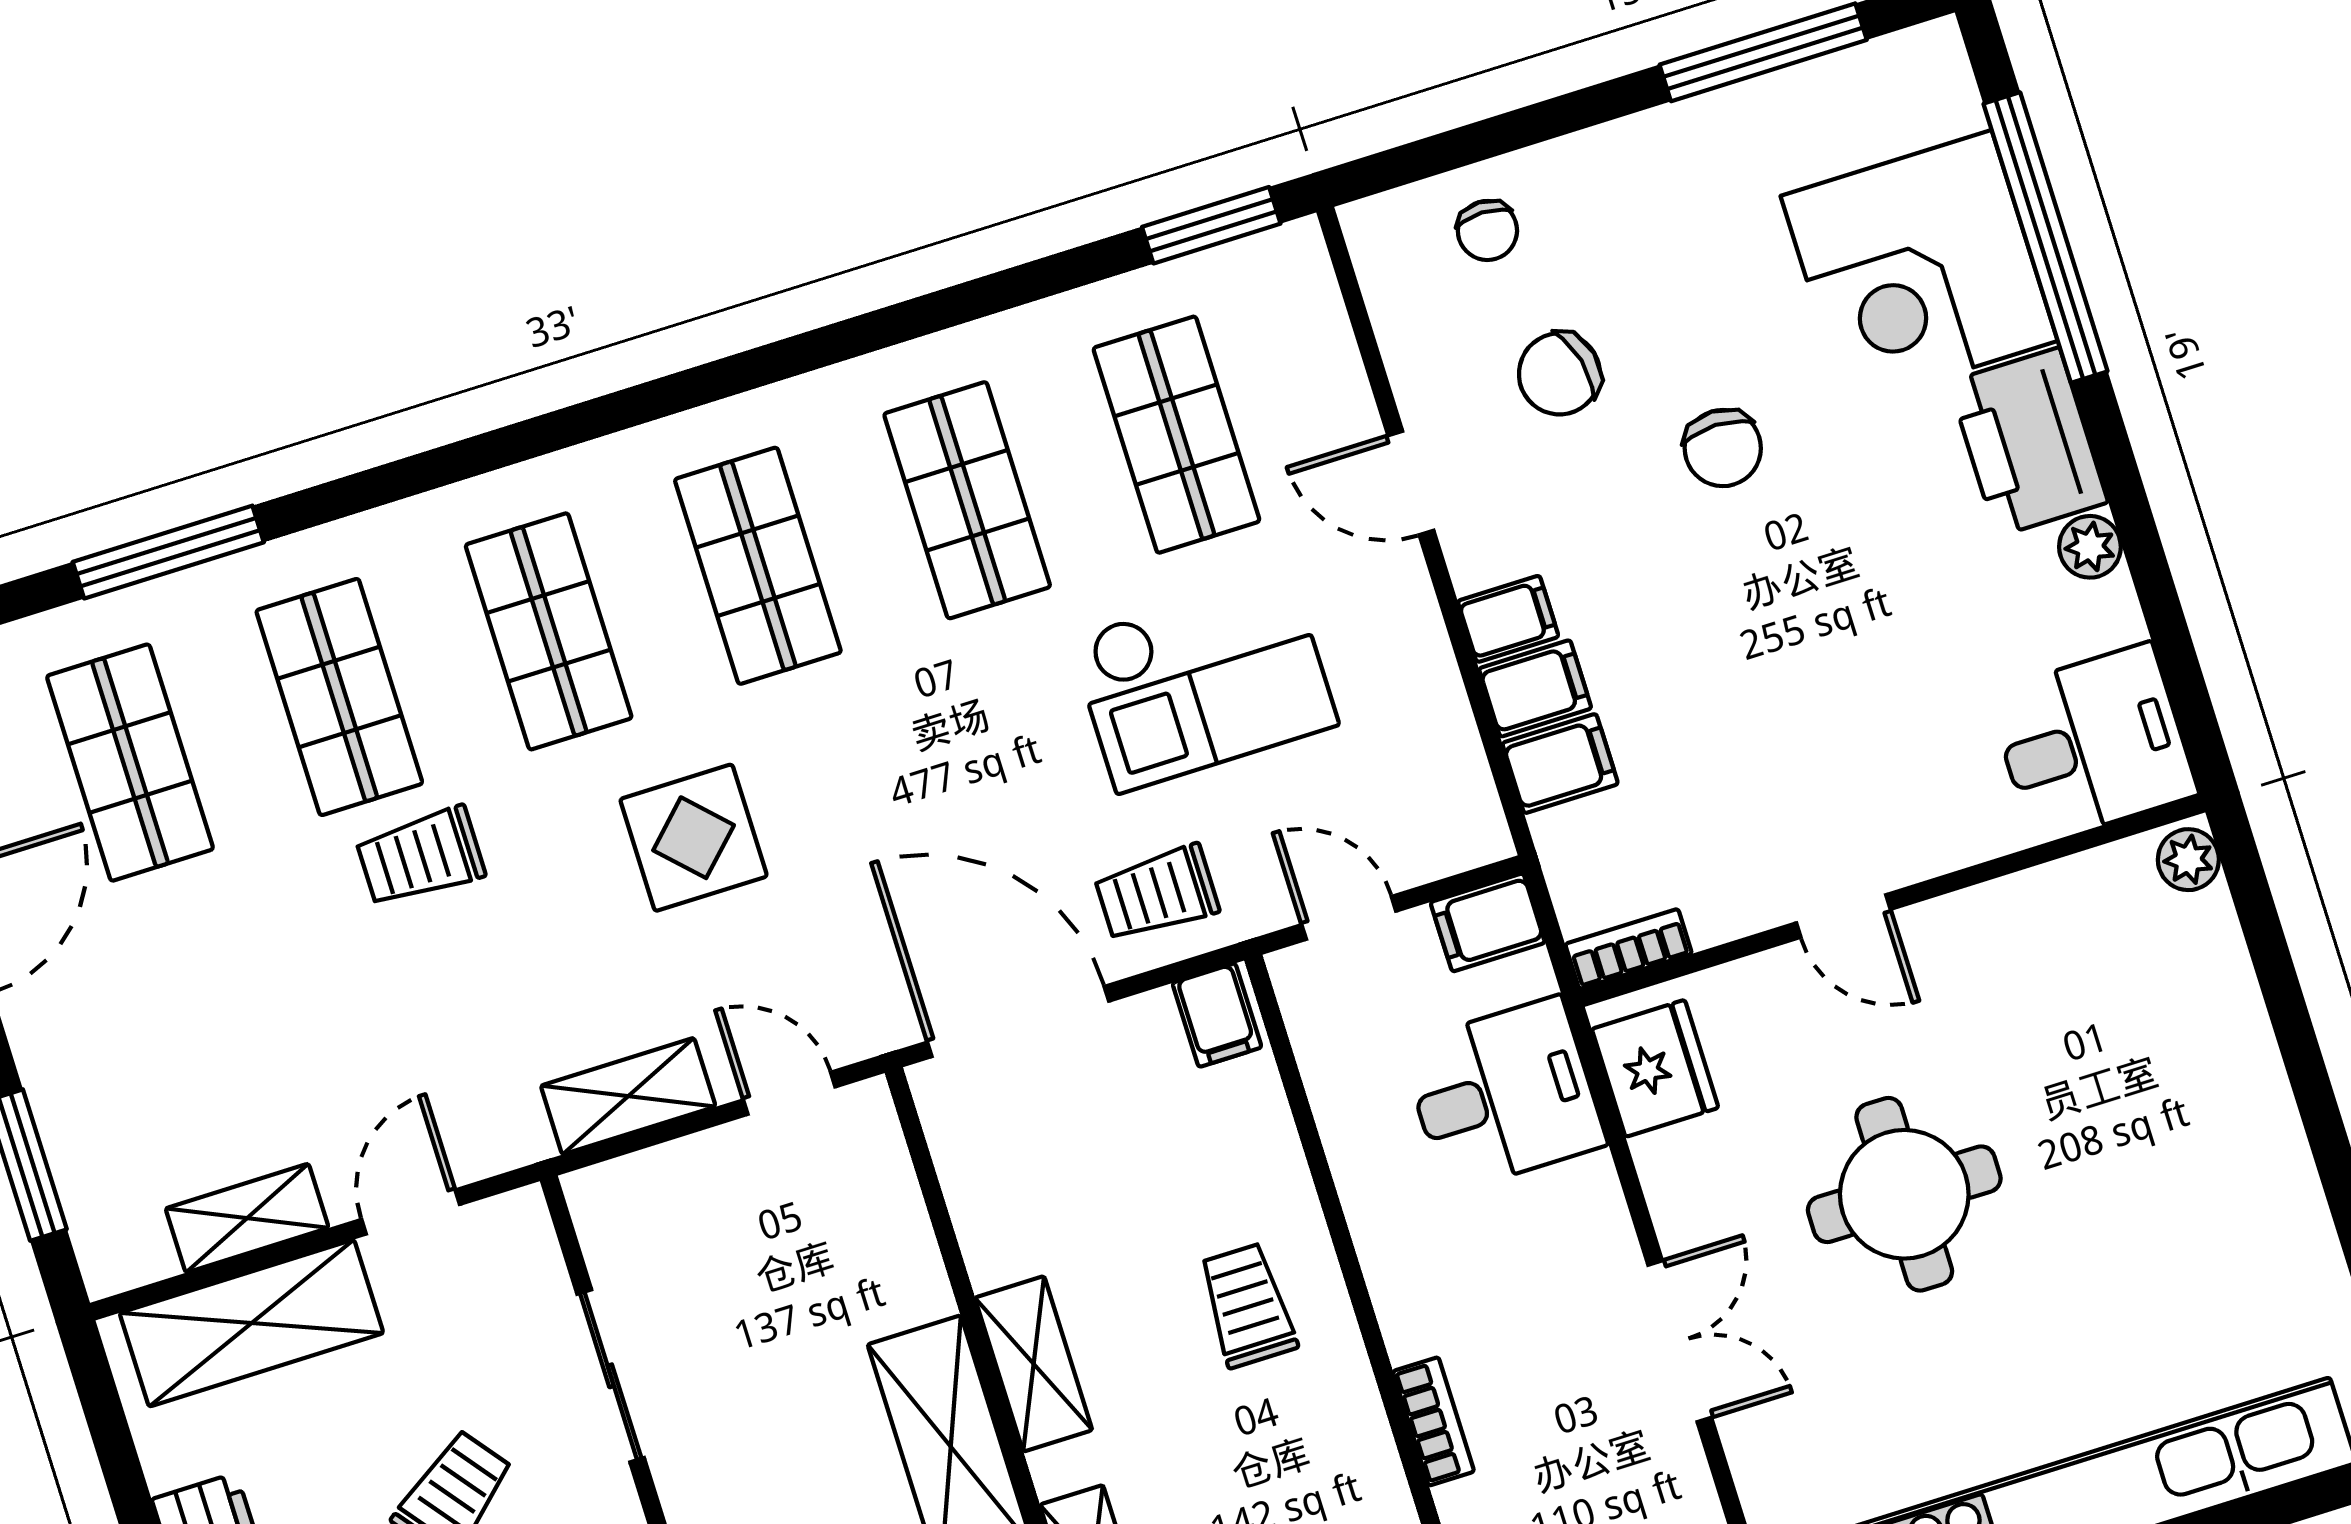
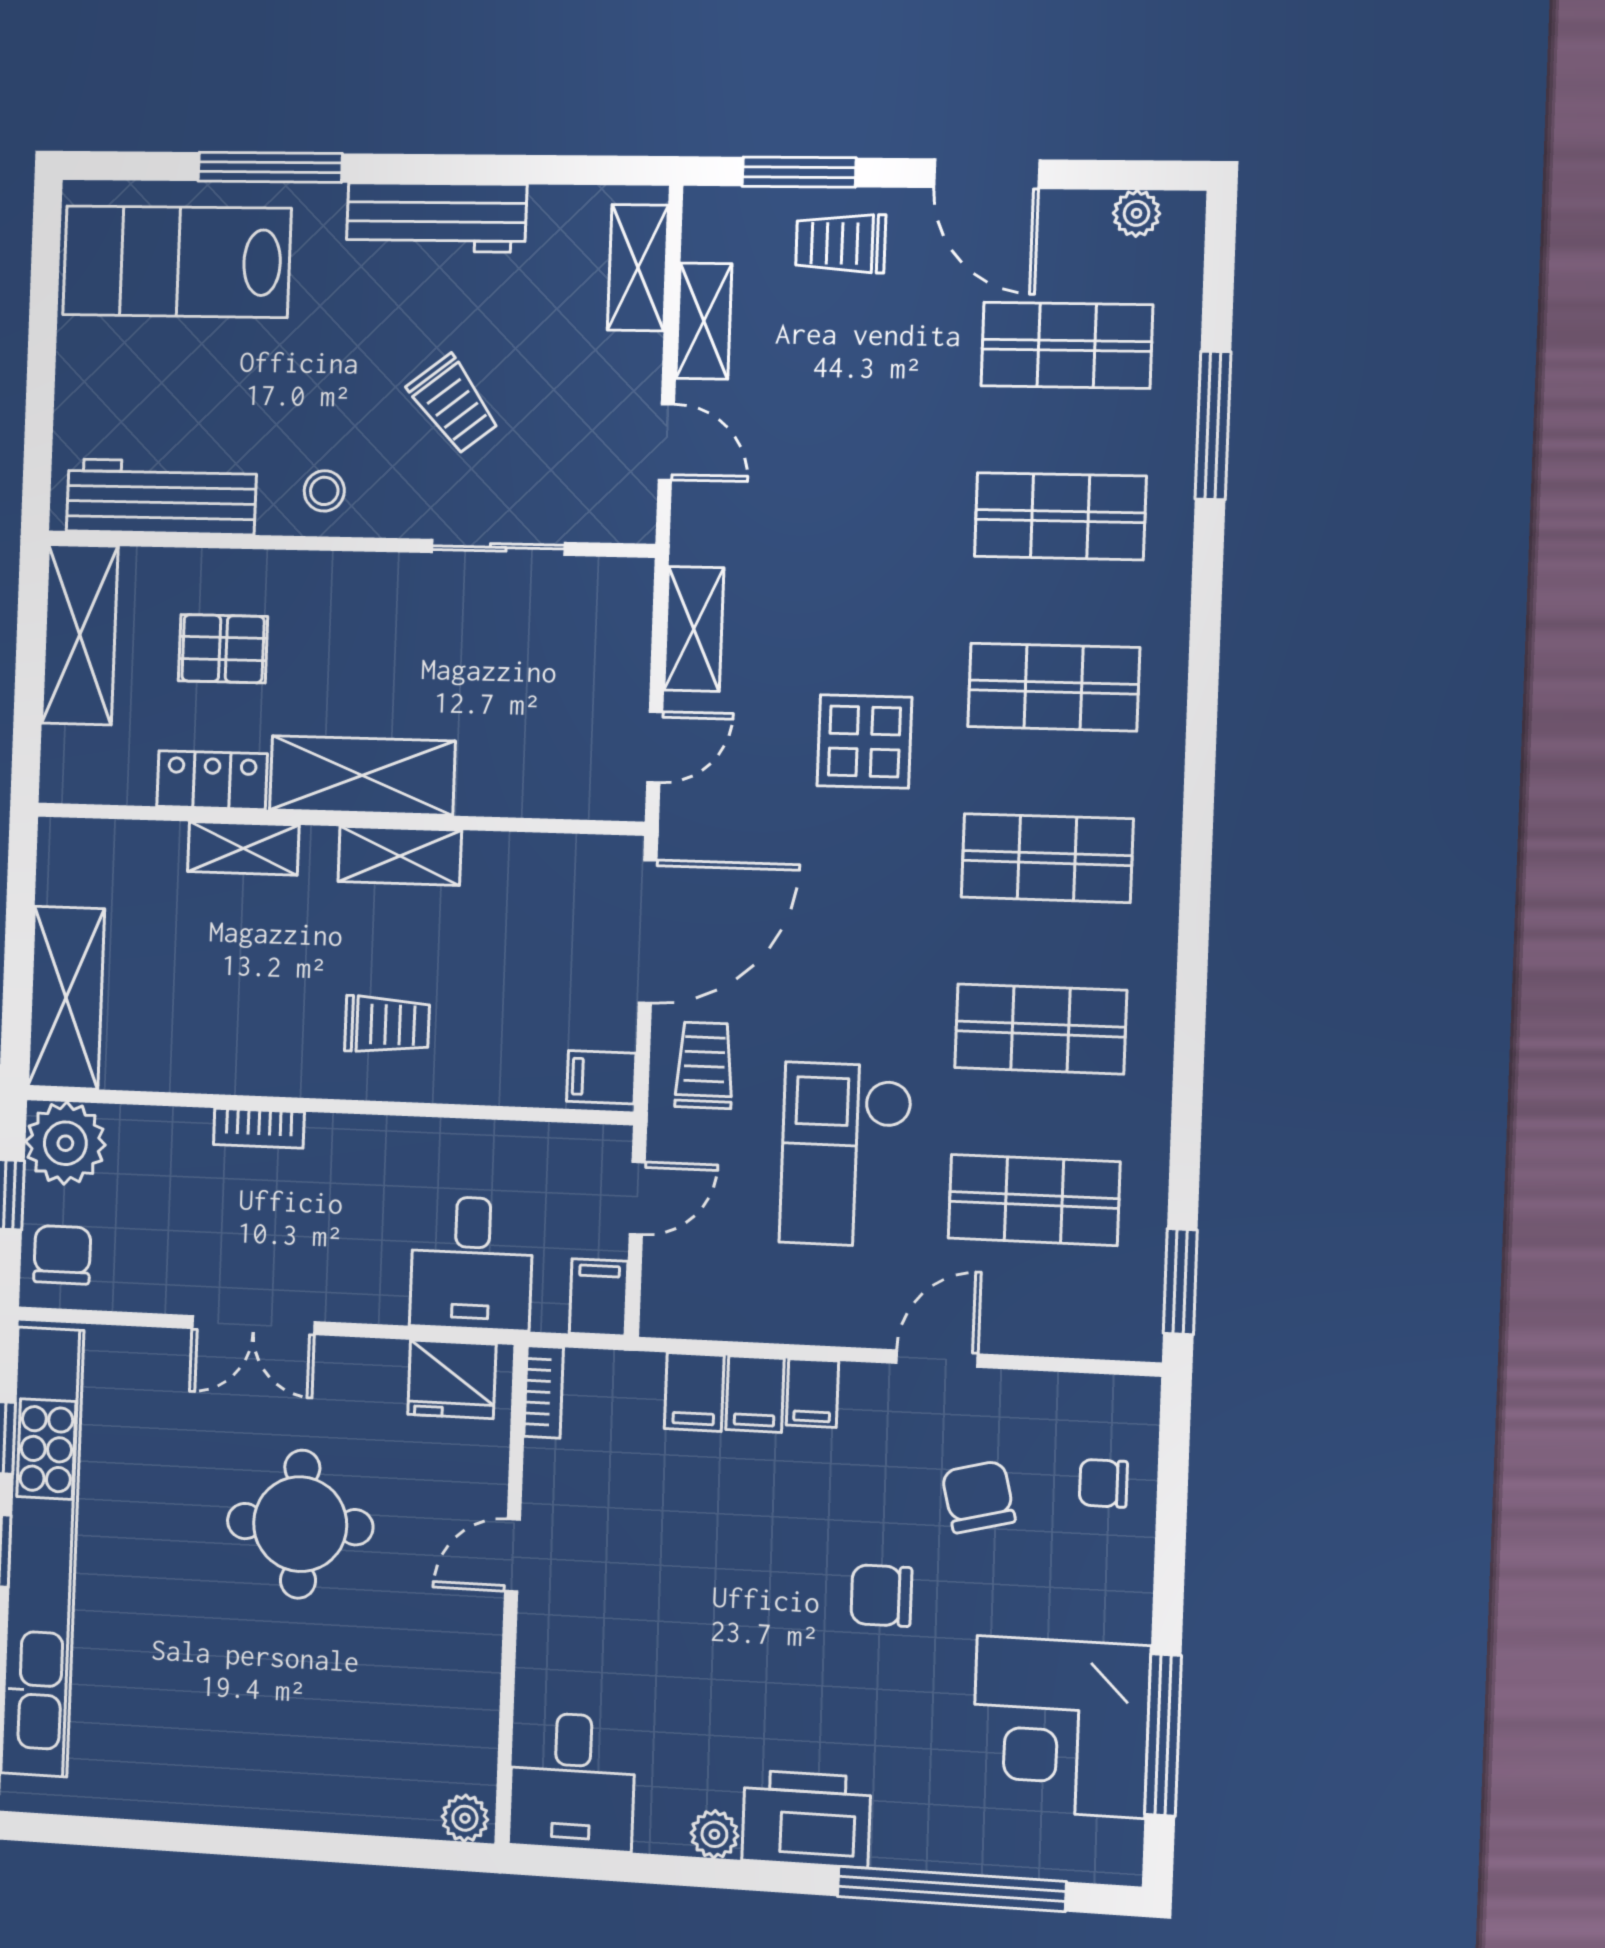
corner desk: (1919, 268) -> (1061, 1727), moved, turned -90
trolley: (421, 857) -> (841, 243), moved, turned -90
shelving: (251, 1323) -> (638, 268), width x0.67, depth x0.75

